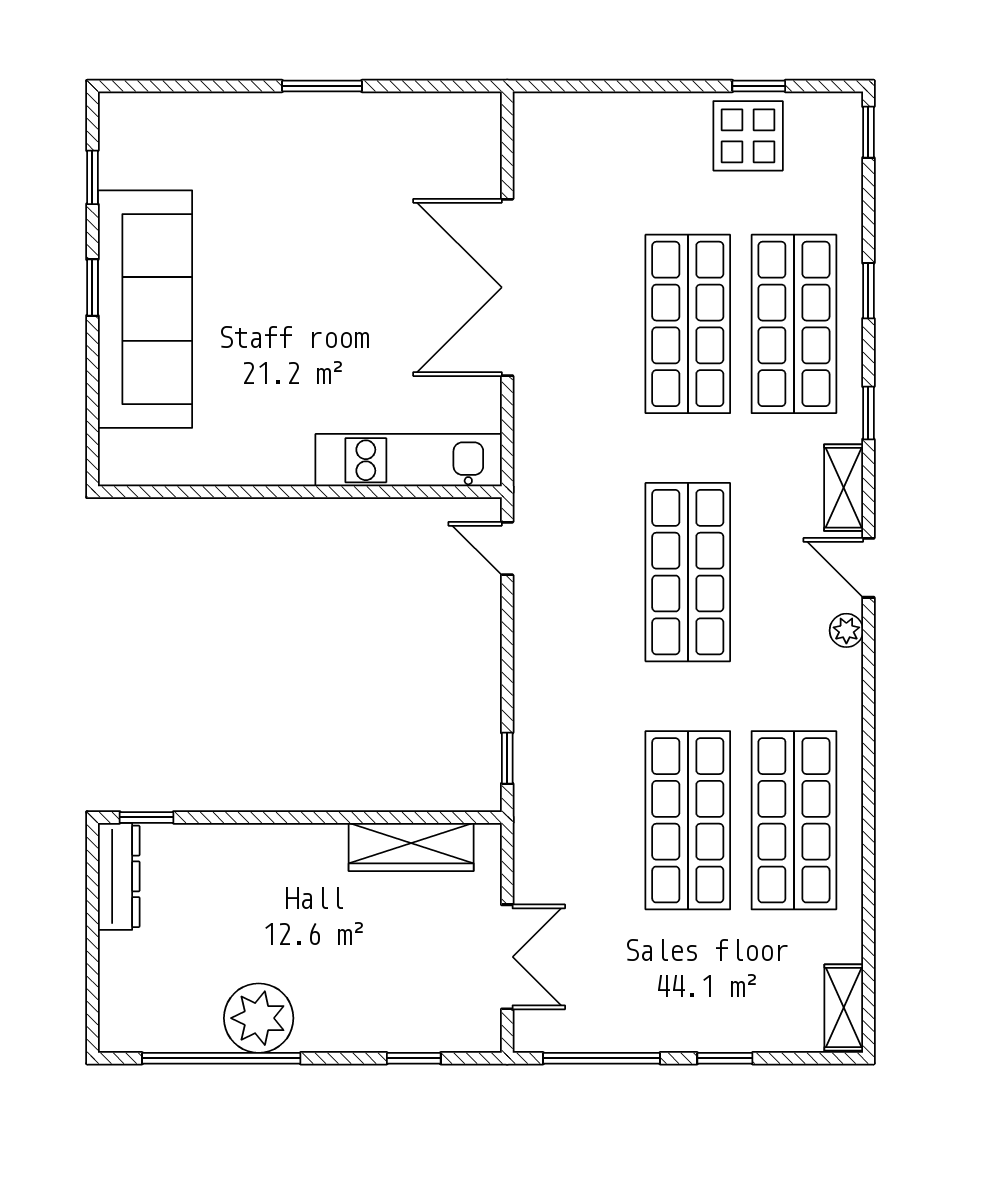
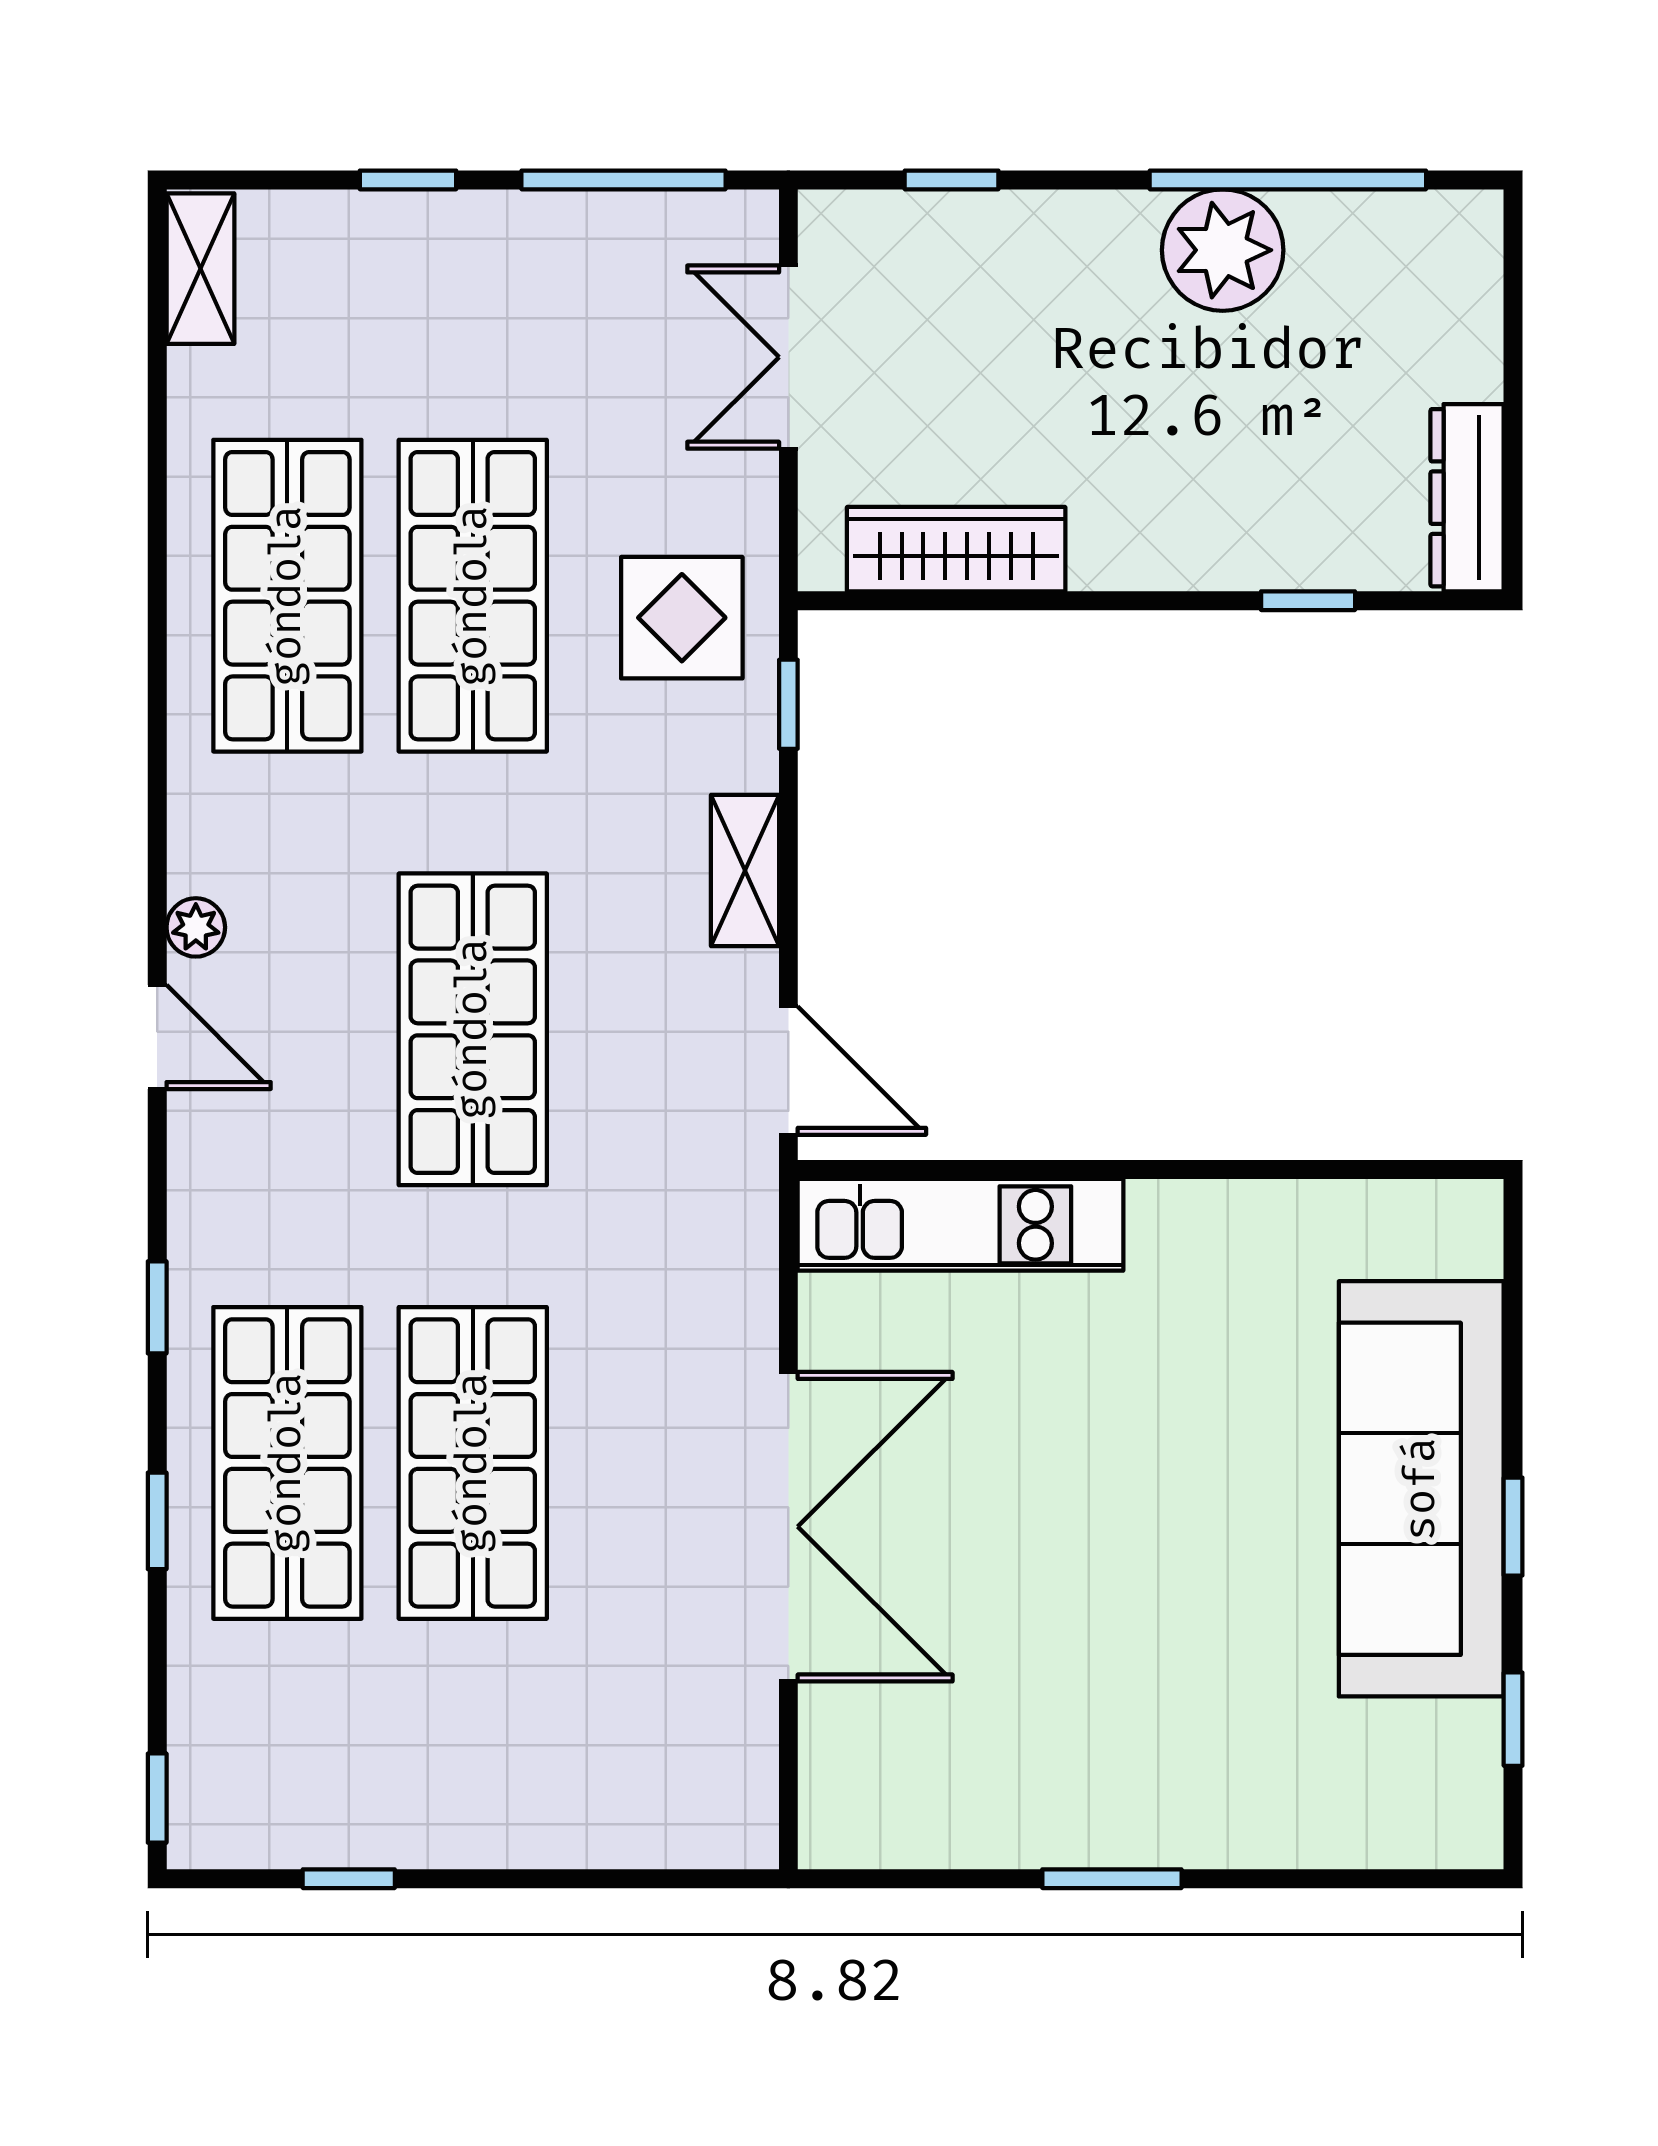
display table: (748, 136) -> (682, 618), moved
shelving: (844, 488) -> (745, 871), moved
door: (507, 548) -> (788, 1071), width x1.38
window: (147, 817) -> (1308, 601), moved

